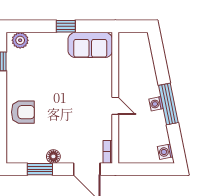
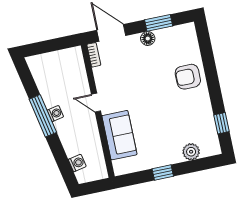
plant: (20, 40) -> (191, 152), moved
sofa: (90, 45) -> (119, 135), moved, turned 90
washing machine: (165, 152) -> (77, 163), moved

